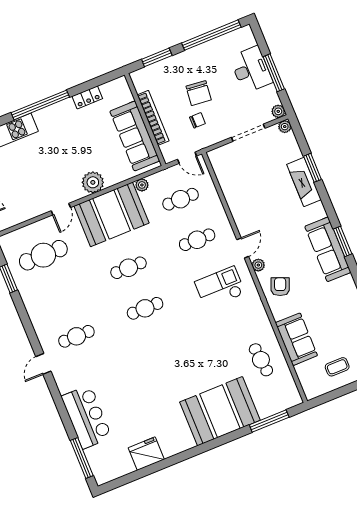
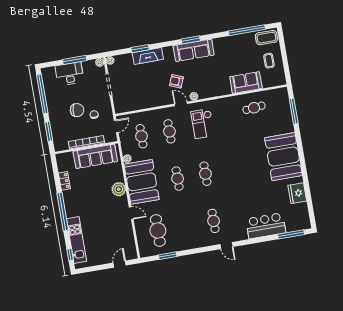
armchair: (280, 287) -> (176, 81), moved
booth: (220, 411) -> (283, 157), moved

